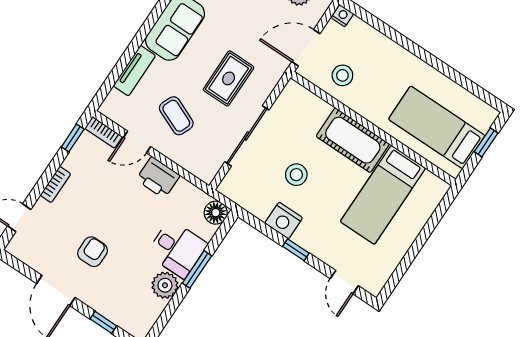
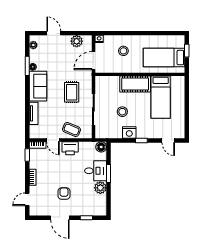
stool: (342, 75) -> (123, 51), moved
coffee table: (176, 116) -> (72, 129), moved
door: (137, 142) -> (53, 140), hinge flipped

